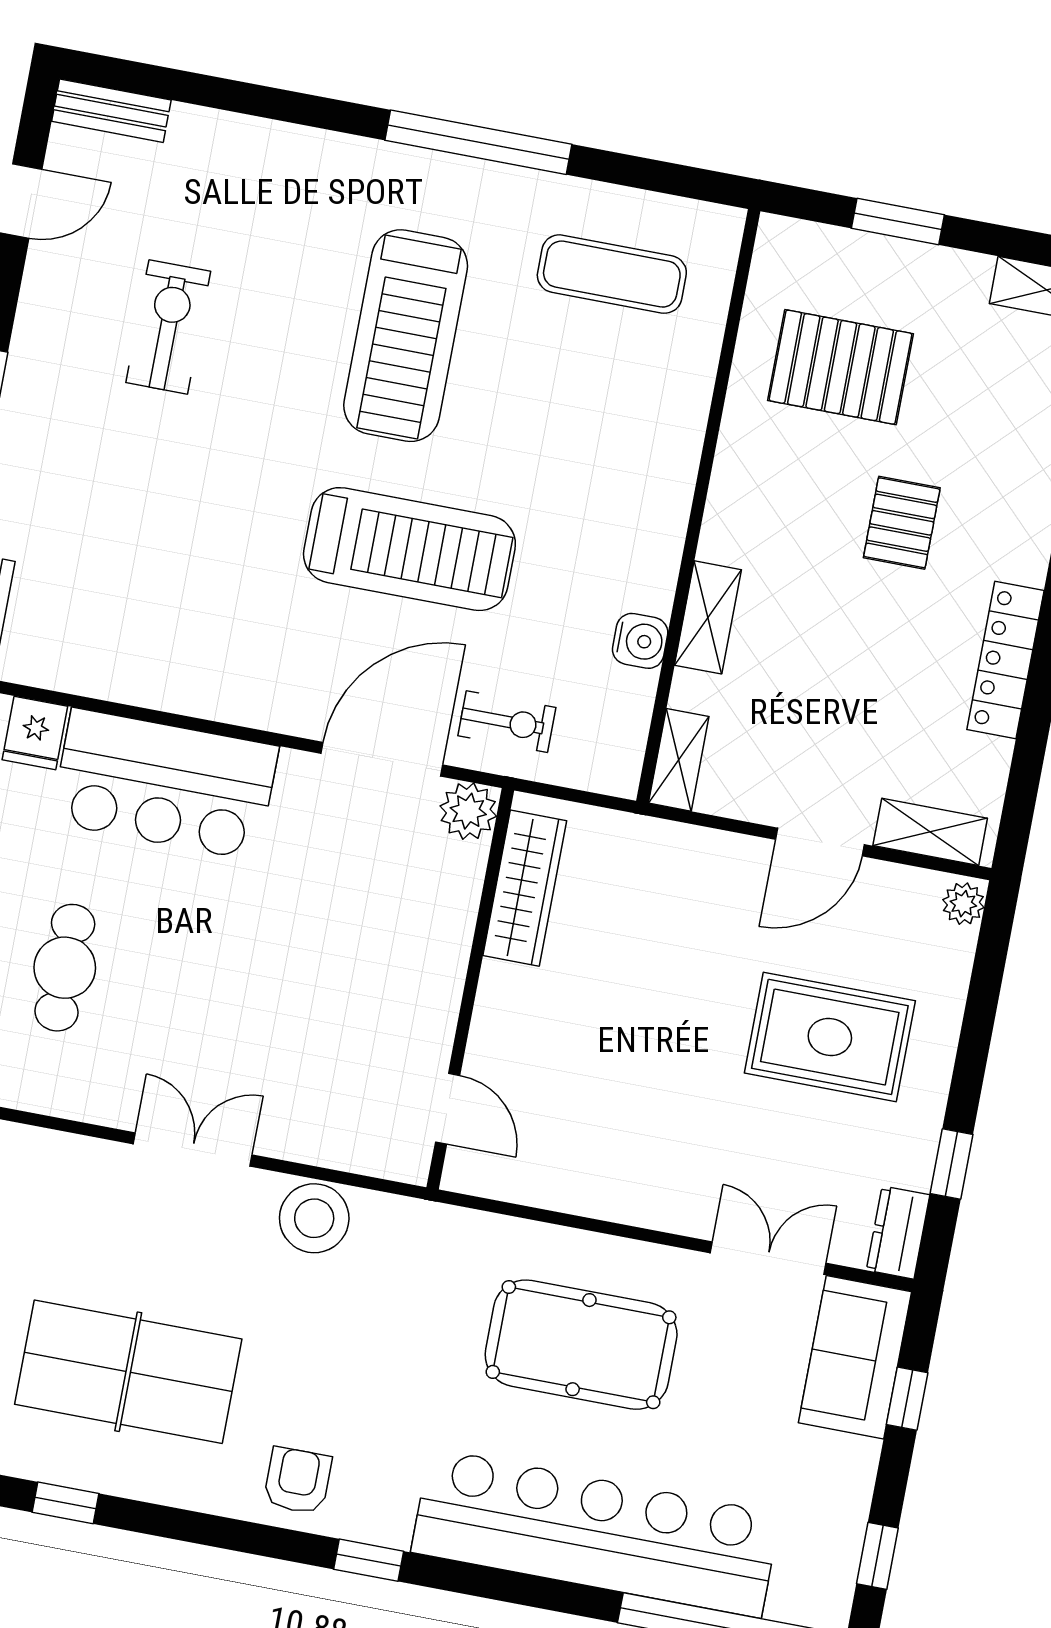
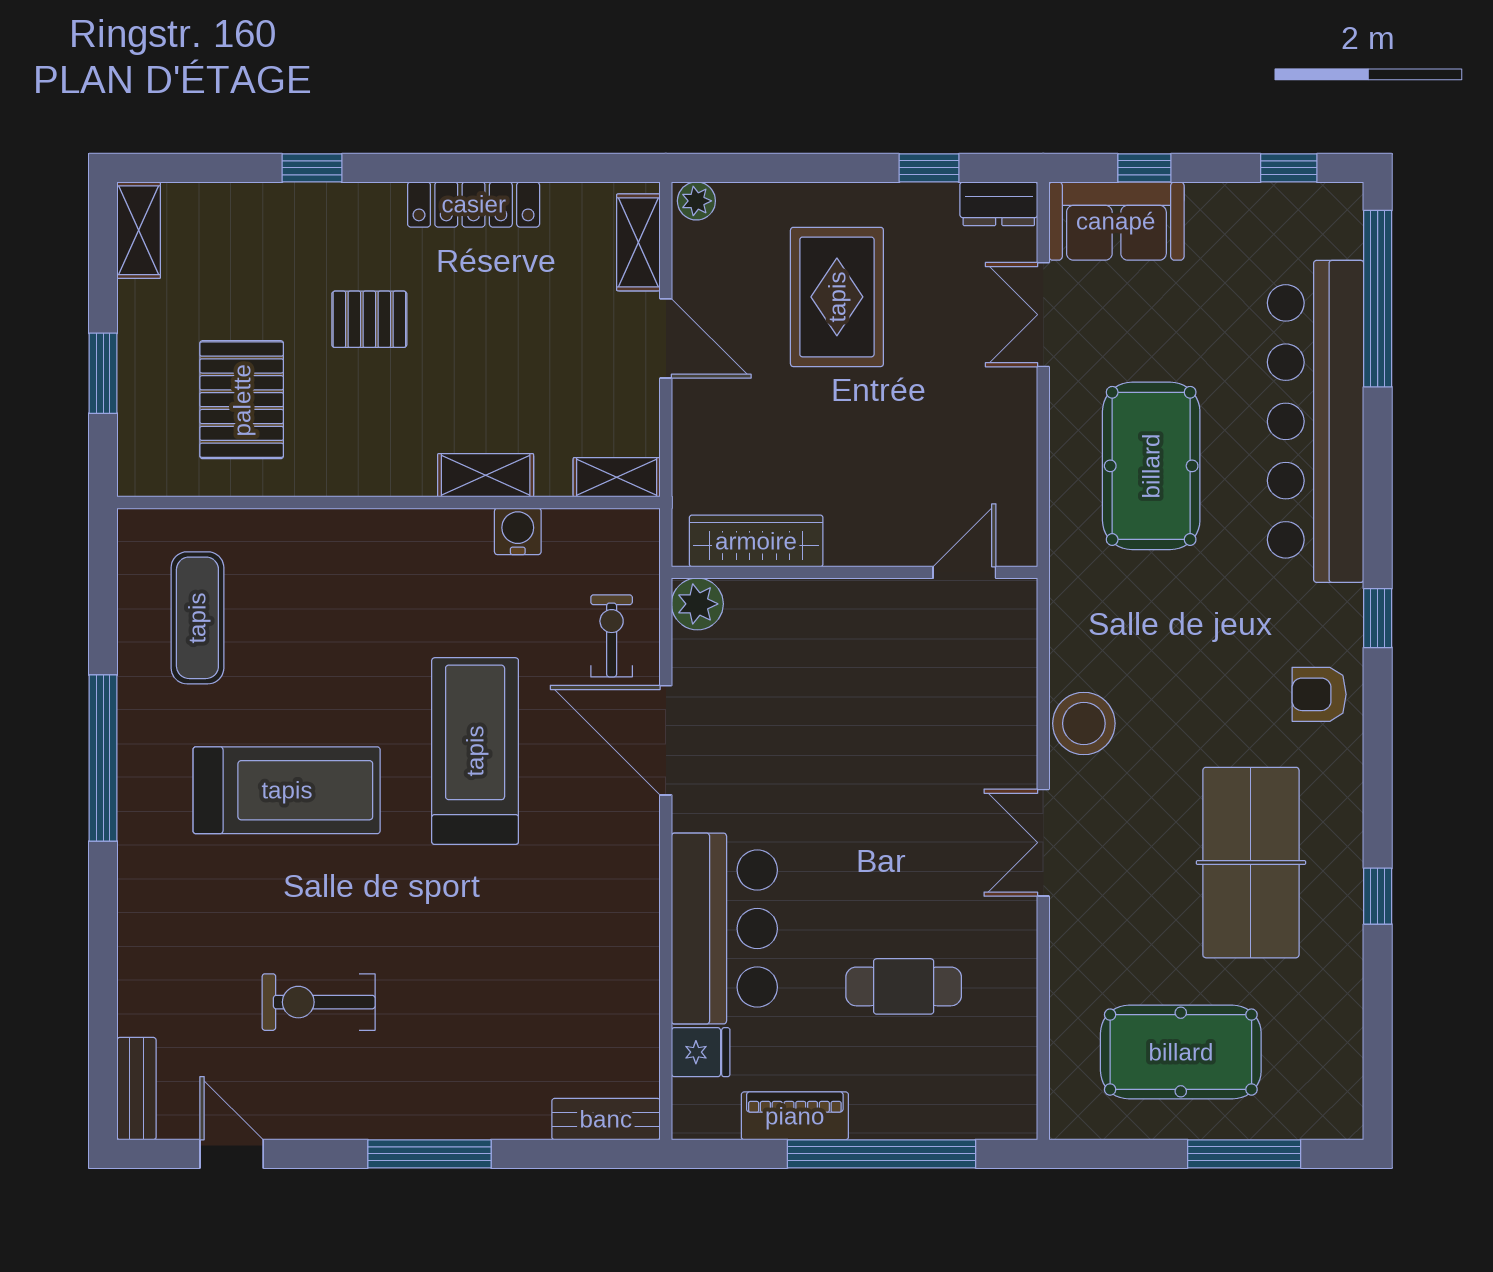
plant: (468, 811) -> (697, 604), moved
wardrobe: (525, 888) -> (756, 541), moved
wall: (470, 989) -> (854, 572), moved
door: (448, 1109) -> (964, 572), moved

